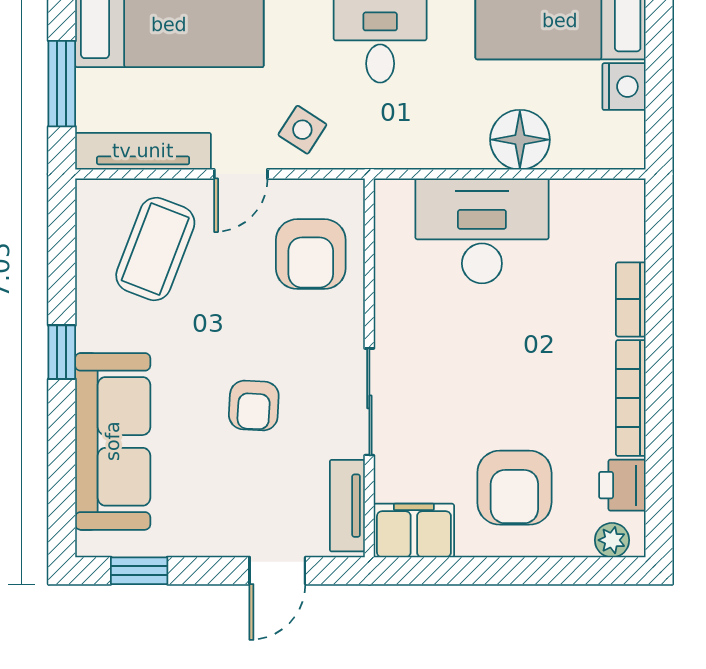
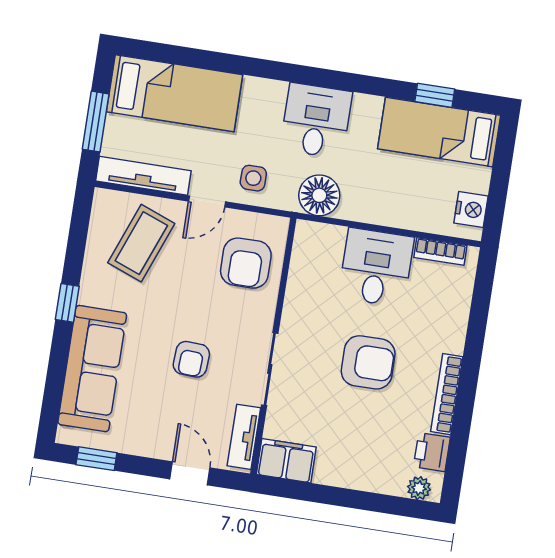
nightstand: (624, 87) -> (471, 209), moved
side table: (302, 130) -> (253, 178), turned -33
floor lamp: (520, 140) -> (319, 195), moved
desk: (482, 231) -> (376, 267), width x0.73
bookcase: (631, 299) -> (440, 251), moved, turned -90
armchair: (514, 488) -> (368, 362), moved, turned -90
door: (277, 571) -> (190, 473), swing flipped

